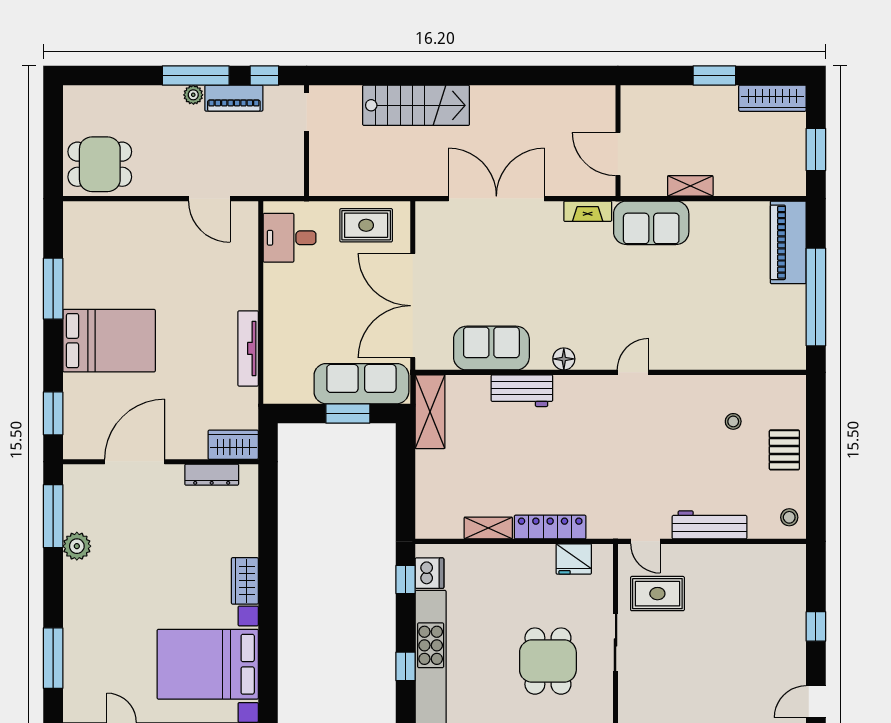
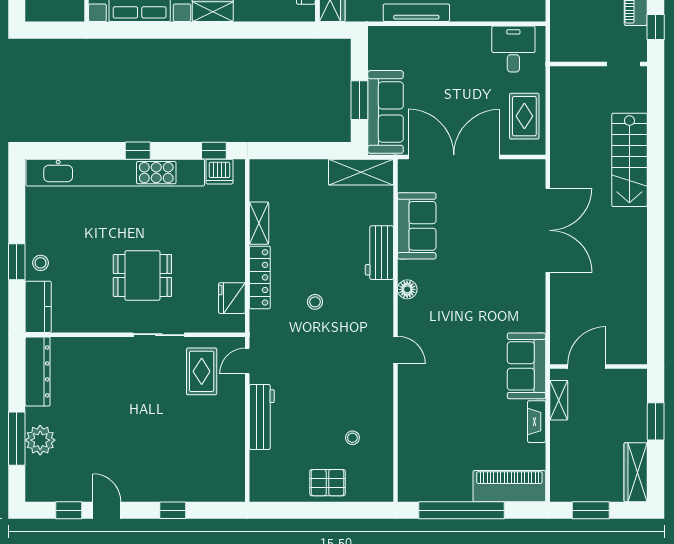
wall: (618, 141) -> (598, 366), moved
door: (618, 154) -> (587, 366), moved
fireplace: (588, 211) -> (537, 422), moved
stool: (789, 517) -> (315, 302), moved

